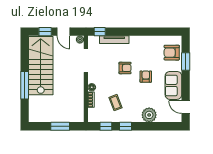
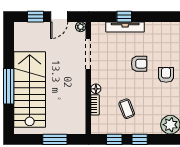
door: (63, 32) -> (59, 17), hinge flipped
window: (100, 32) -> (124, 17), moved
stairs: (41, 66) -> (30, 90), moved

